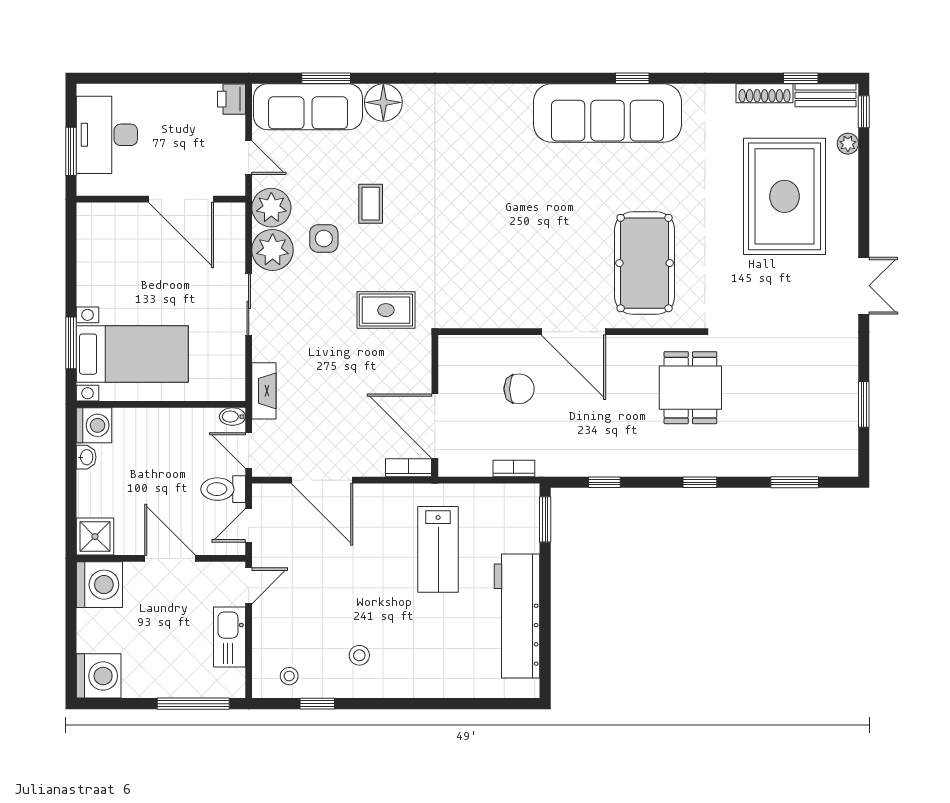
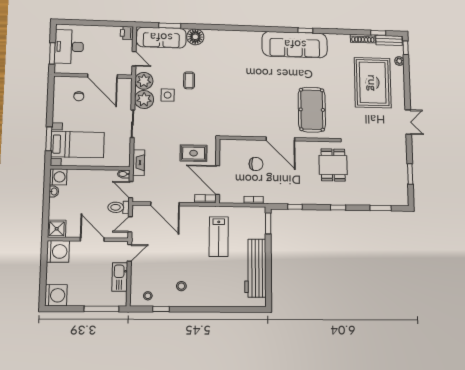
chair: (132, 247) -> (79, 96), added
rug: (386, 310) -> (194, 153), moved

